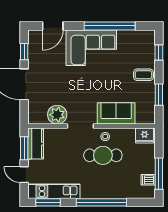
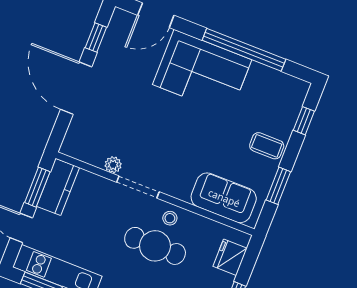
sofa: (116, 113) -> (224, 198), moved
plant: (57, 115) -> (113, 165), width x0.53, depth x0.53
fridge: (144, 136) -> (230, 257), moved, turned 90

